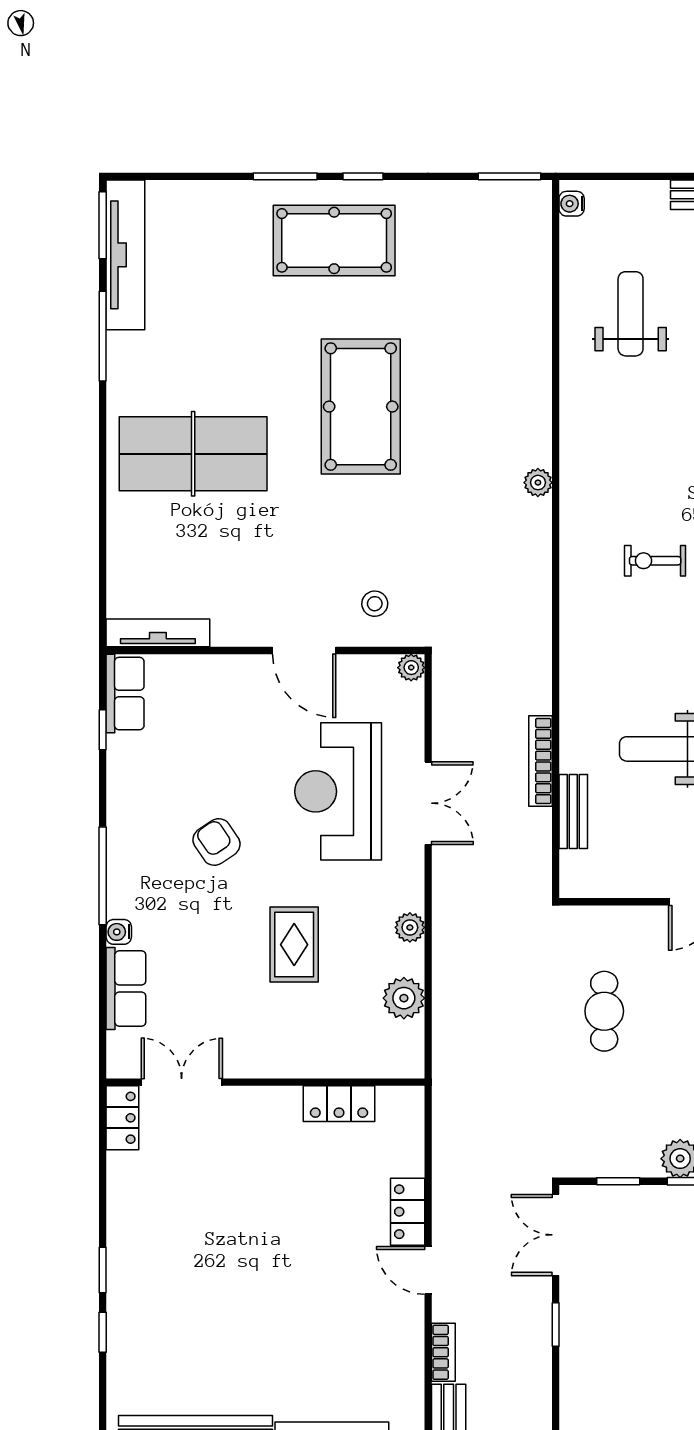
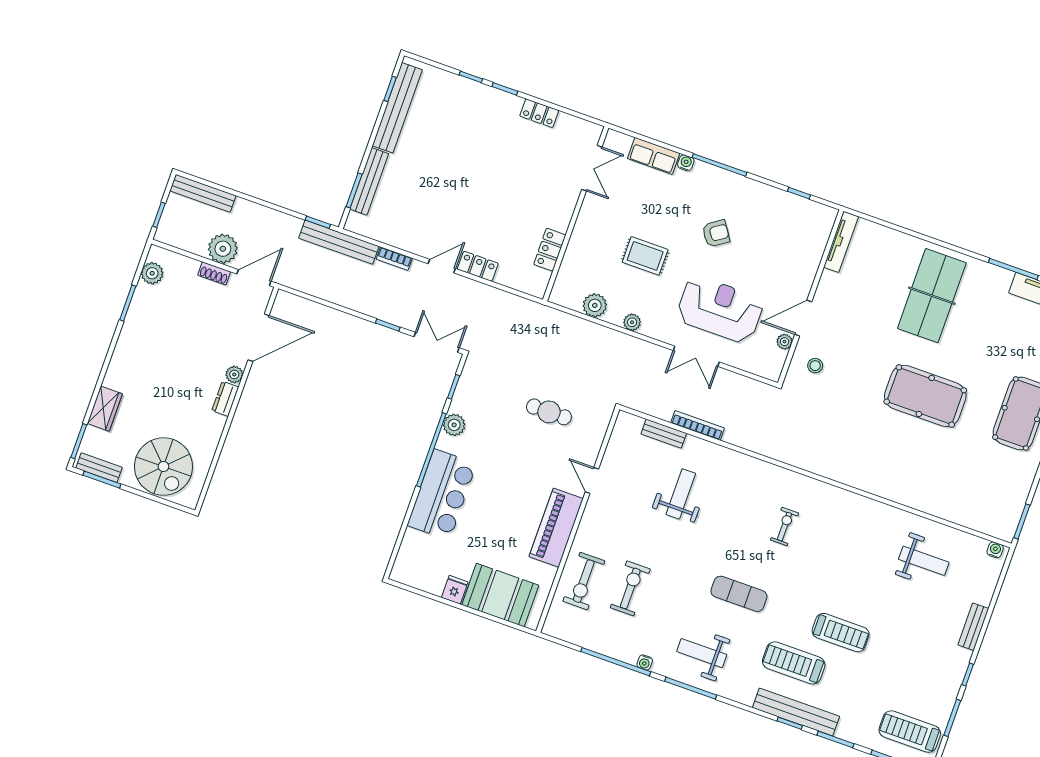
plant: (538, 483) -> (850, 478), removed
plant: (411, 668) -> (785, 342), moved
row of seats: (125, 694) -> (814, 212), removed
locker: (122, 1118) -> (539, 113), moved

